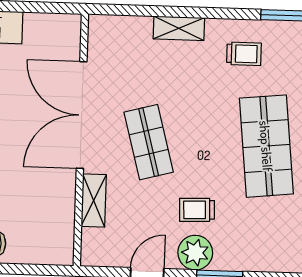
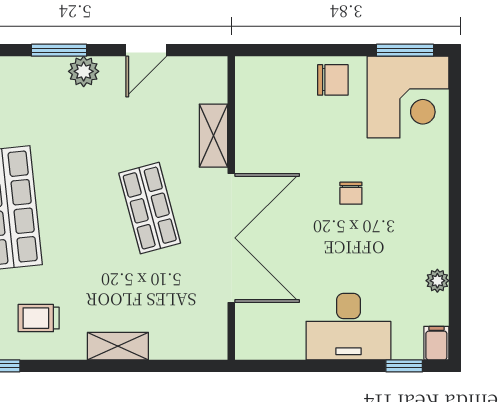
trolley: (197, 210) -> (89, 129), removed
plant: (195, 253) -> (84, 71), width x0.73, depth x0.73

